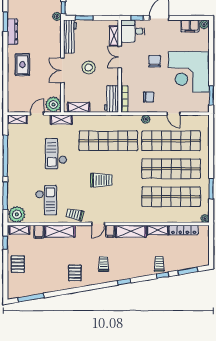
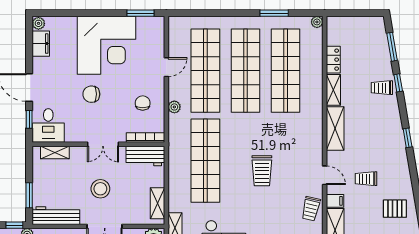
double door: (120, 57) -> (103, 144), moved
trolley: (101, 180) -> (262, 171), turned 180
locker: (184, 230) -> (333, 60), width x0.66
filing cabinet: (110, 231) -> (335, 201), moved
trolley: (104, 264) -> (366, 179), moved

